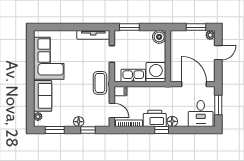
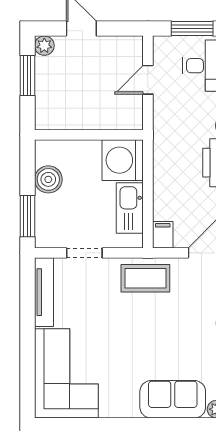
boiler: (159, 37) -> (48, 179), moved
corner sofa: (49, 58) -> (66, 373), moved, turned 90
door: (194, 84) -> (148, 80), width x0.53

